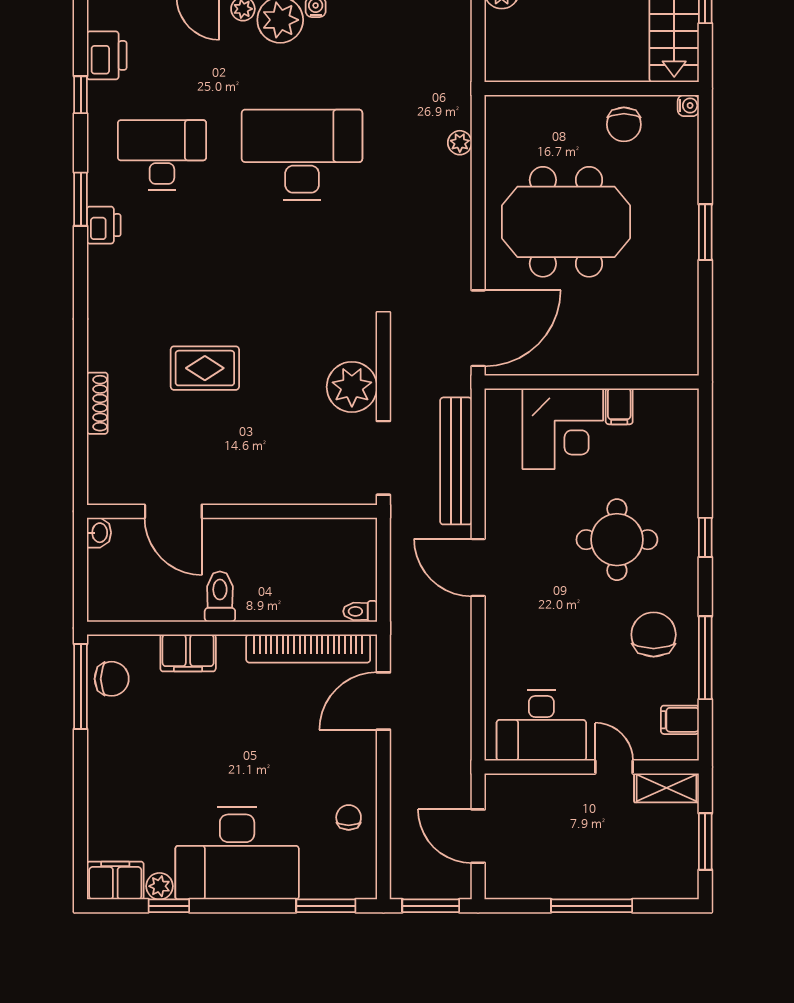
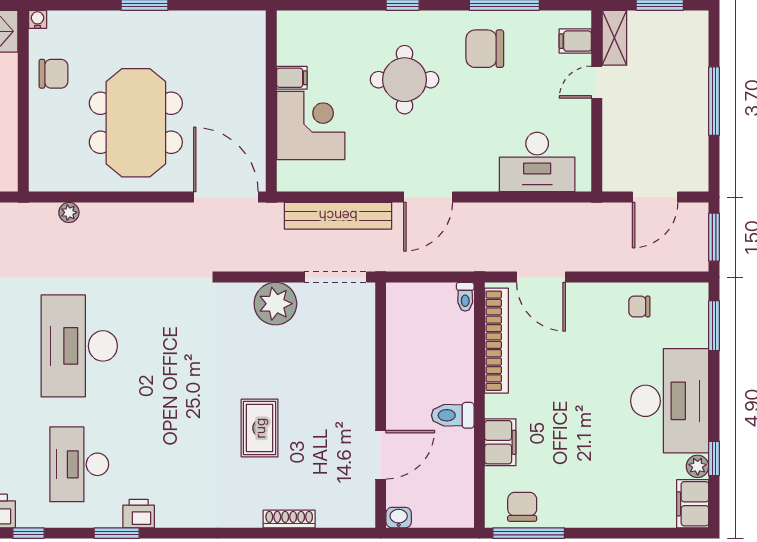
filing cabinet: (680, 720) -> (575, 41), moved, turned 90
desk: (541, 725) -> (537, 162), moved, turned 90

